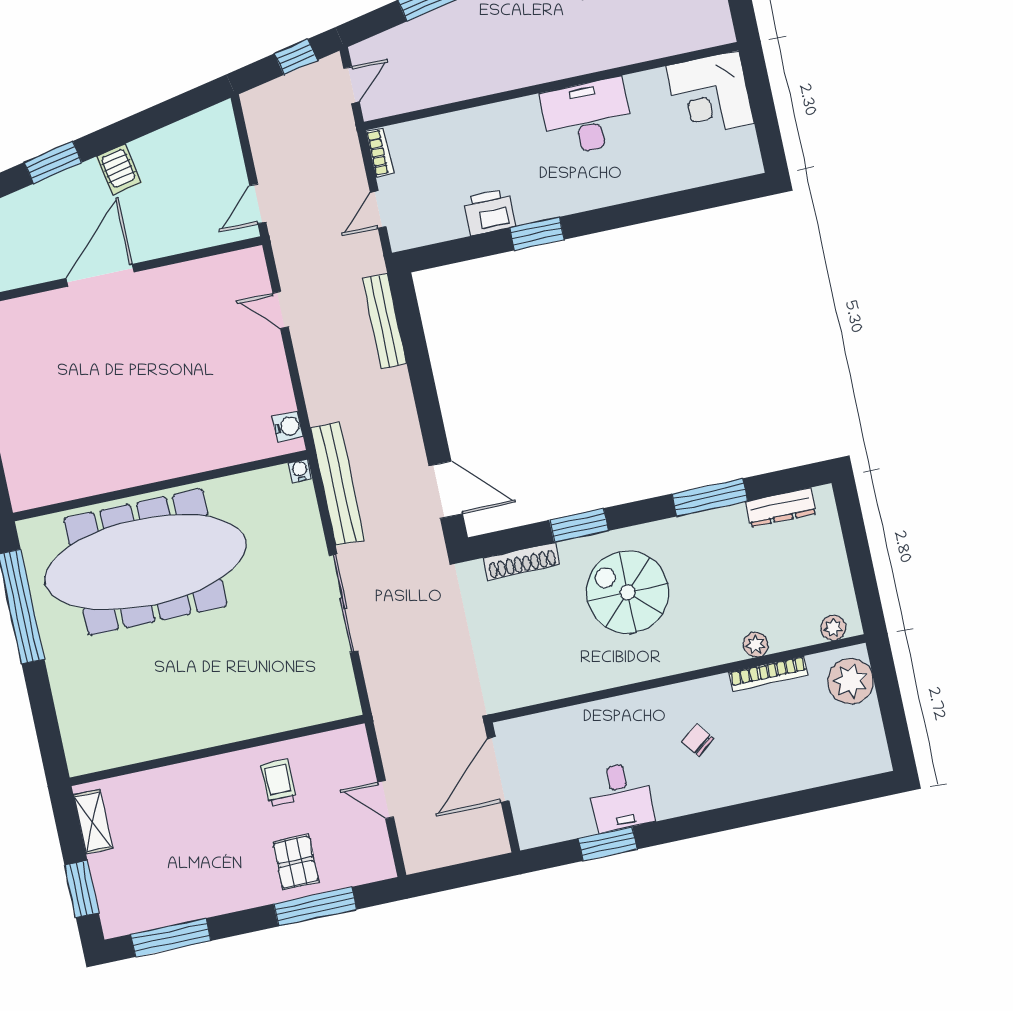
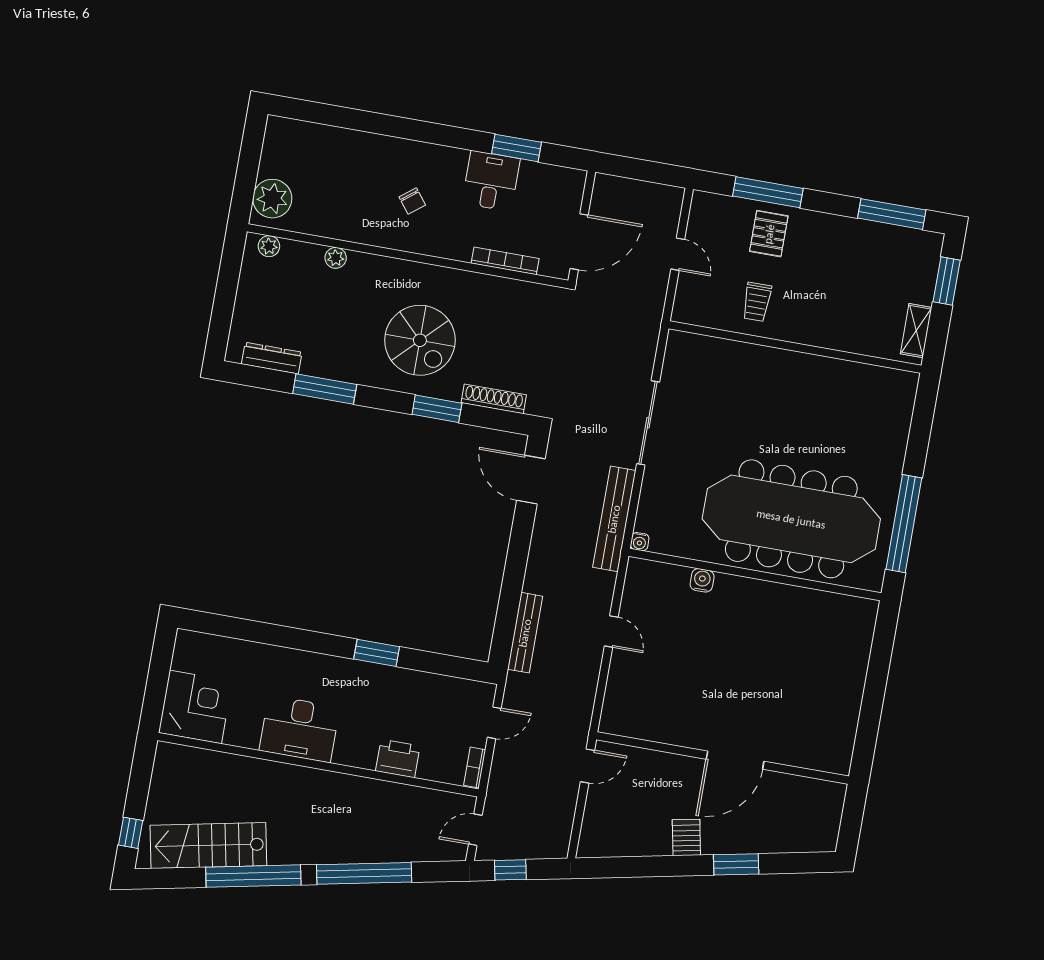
printer: (489, 212) -> (398, 758), moved, turned 180
door: (281, 310) -> (611, 632), moved
water cooler: (288, 427) -> (702, 580), moved, turned 90
bookcase: (768, 674) -> (505, 261), moved

